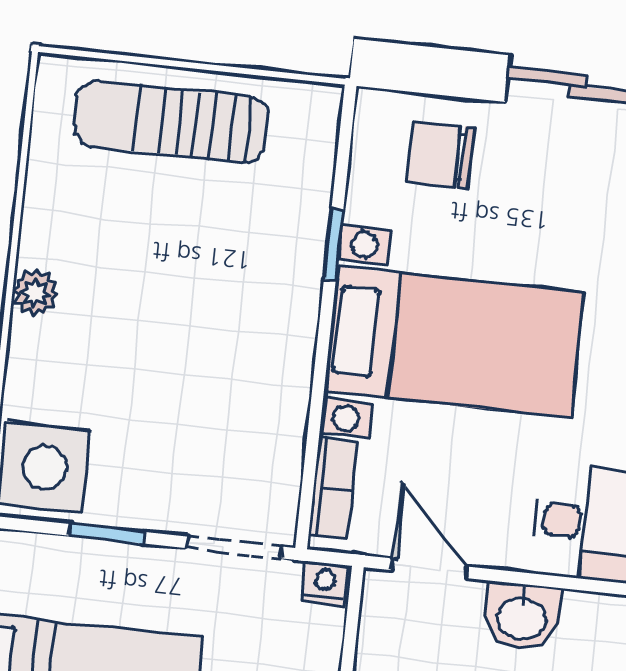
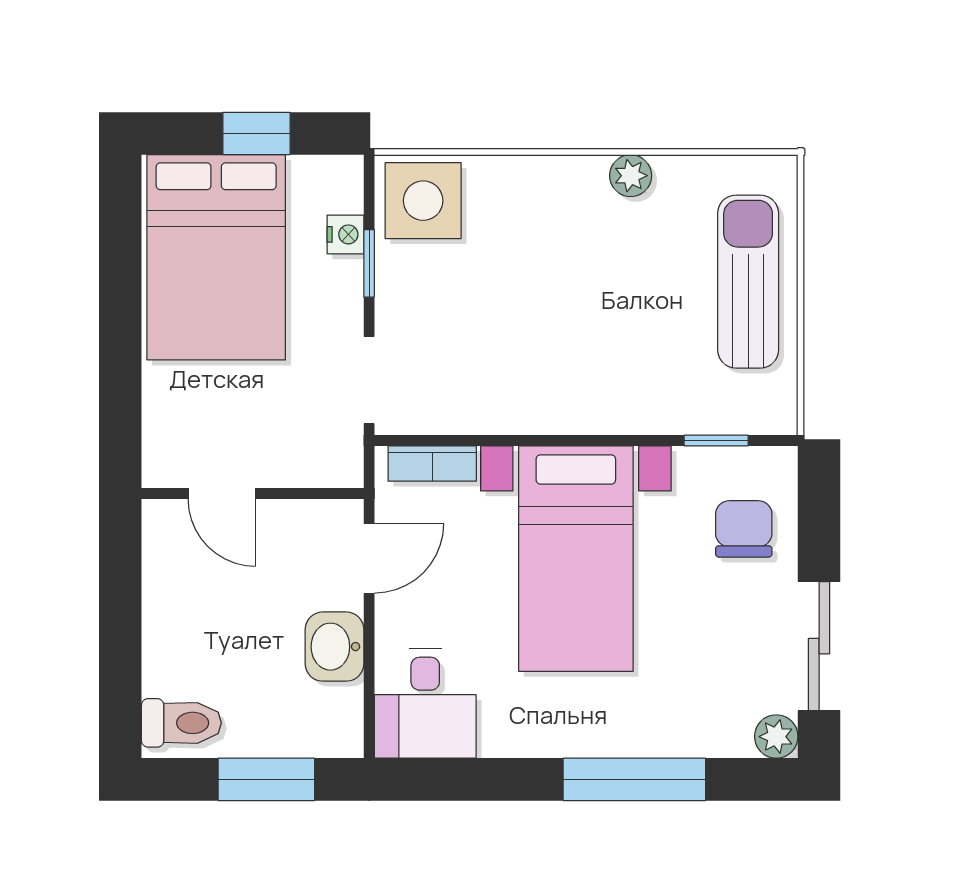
window: (334, 244) -> (716, 441), moved
plant: (35, 293) -> (631, 176), moved
nightstand: (325, 583) -> (345, 234), moved

